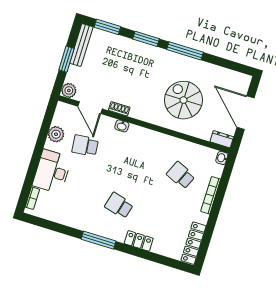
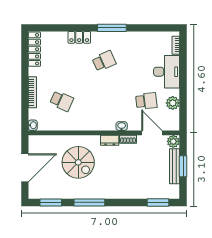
window: (146, 39) -> (51, 202), moved
bench: (81, 45) -> (175, 166), moved
door: (246, 113) -> (25, 168), hinge flipped
dresser: (222, 139) -> (110, 140), moved
school desk: (119, 206) -> (104, 61), turned -39

